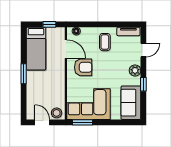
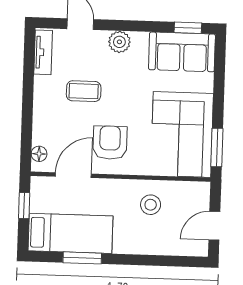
coffee table: (105, 42) -> (84, 91), moved
window: (24, 74) -> (82, 258), moved
window: (143, 84) -> (188, 28), moved
stool: (57, 113) -> (151, 205), moved

